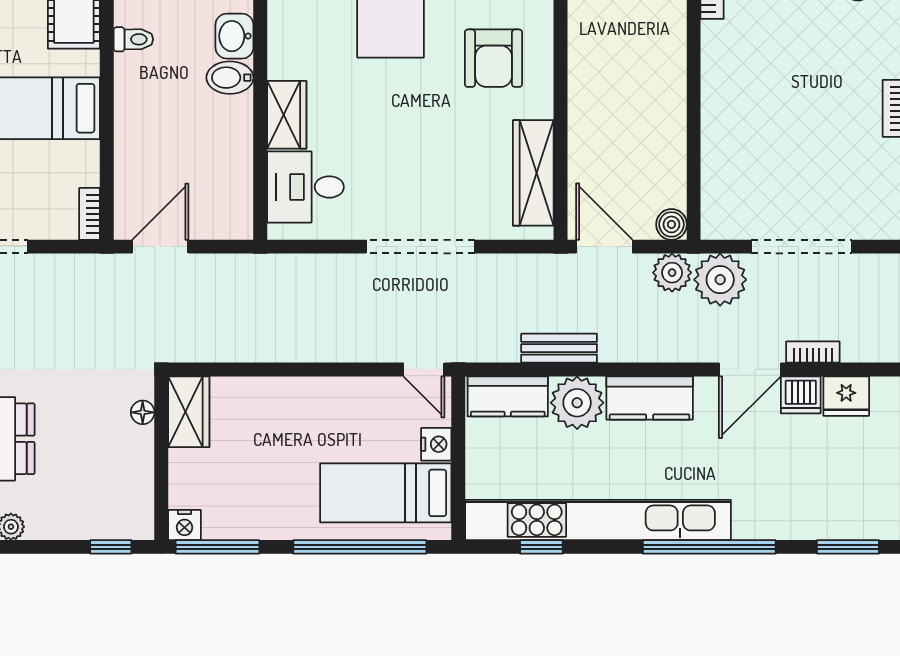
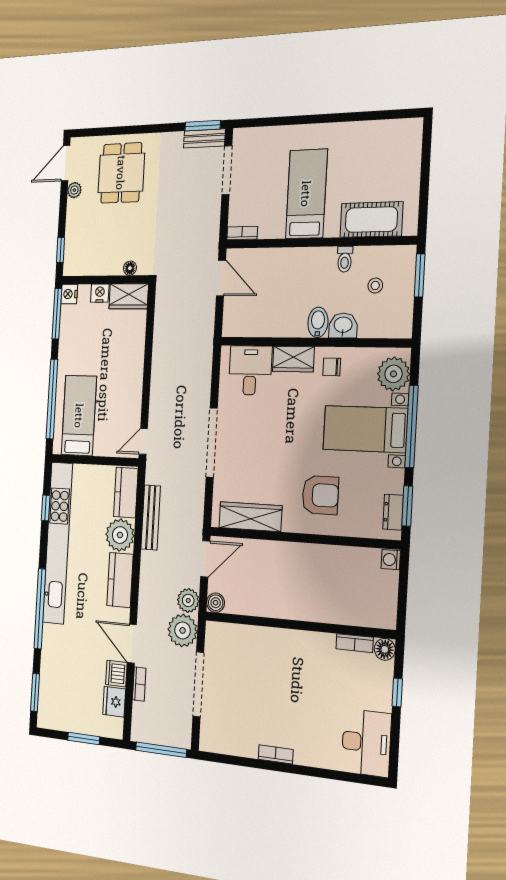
chair: (298, 51) -> (332, 367), added
armchair: (494, 58) -> (320, 495), turned 180
bench: (559, 348) -> (151, 518), width x1.36
nightstand: (436, 444) -> (100, 293), moved, turned 180

